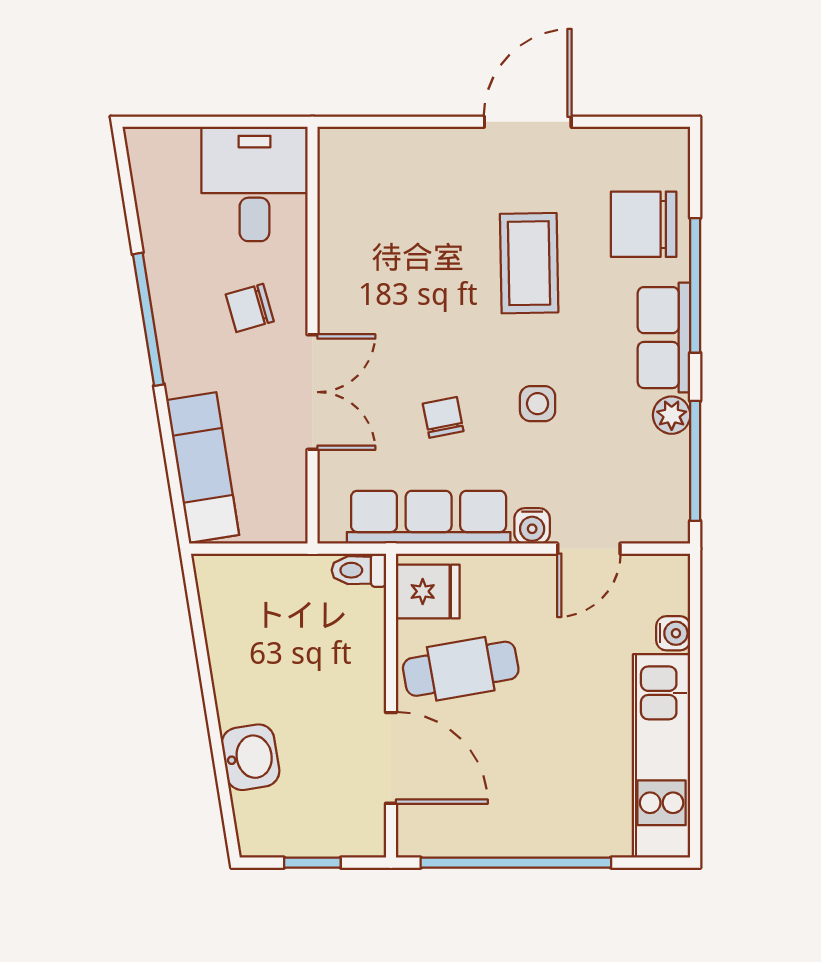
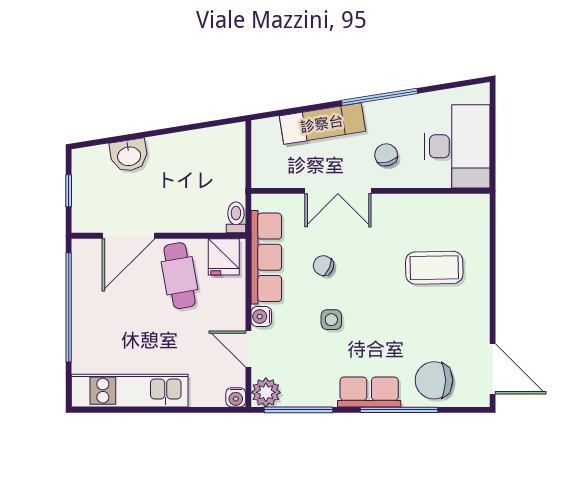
door: (528, 122) -> (493, 369), moved
desk: (254, 184) -> (457, 146), width x1.37
chair: (644, 224) -> (434, 380), turned -90
coffee table: (529, 263) -> (434, 268), moved
plant: (672, 415) -> (266, 392), moved, width x1.38, depth x1.38
chair: (443, 417) -> (323, 266), turned -145
exam couch: (203, 468) -> (322, 124), moved
water cooler: (673, 633) -> (236, 397), moved

